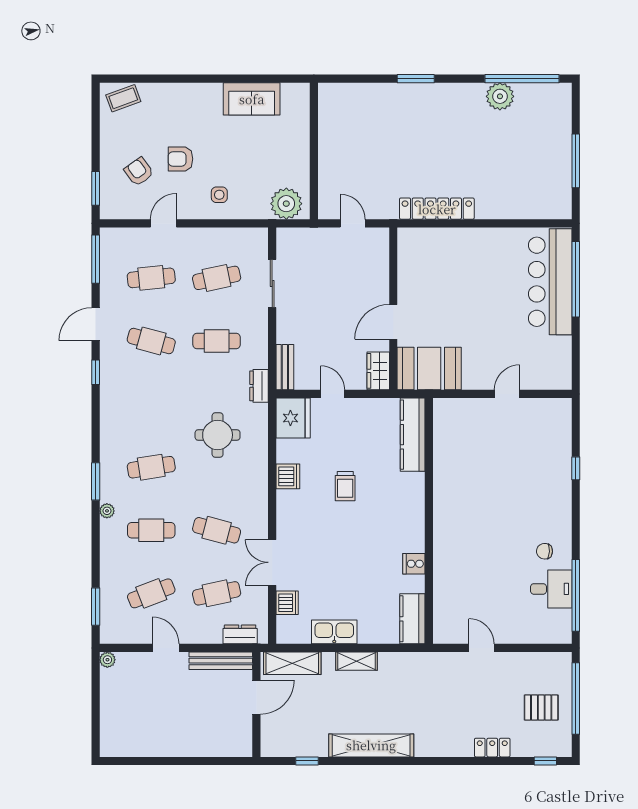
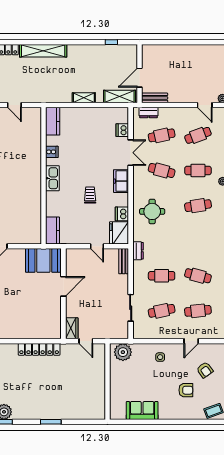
armchair: (181, 159) -> (186, 390), moved
wardrobe: (378, 371) -> (72, 328), moved
round table: (218, 435) -> (152, 211), moved
kitchen counter: (413, 435) -> (53, 230), width x0.67
dishwasher: (288, 476) -> (122, 214), moved
freezer: (290, 511) -> (121, 181), added
kitchen sink: (334, 632) -> (52, 178), moved, turned -90
door: (166, 648) -> (205, 105), moved
bench: (221, 661) -> (155, 98), width x0.73
shelving: (371, 745) -> (43, 51), moved

